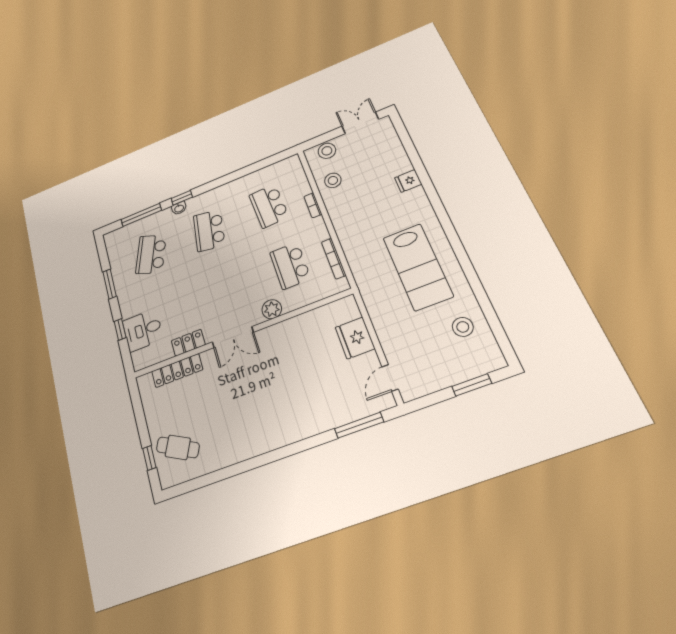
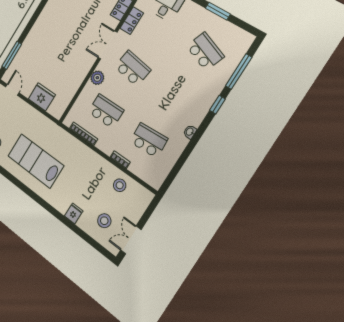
double door: (360, 123) -> (131, 240), swing flipped
stool: (327, 151) -> (104, 221), moved
washbasin: (179, 208) -> (190, 132), moved
school desk: (209, 230) -> (132, 68), moved

